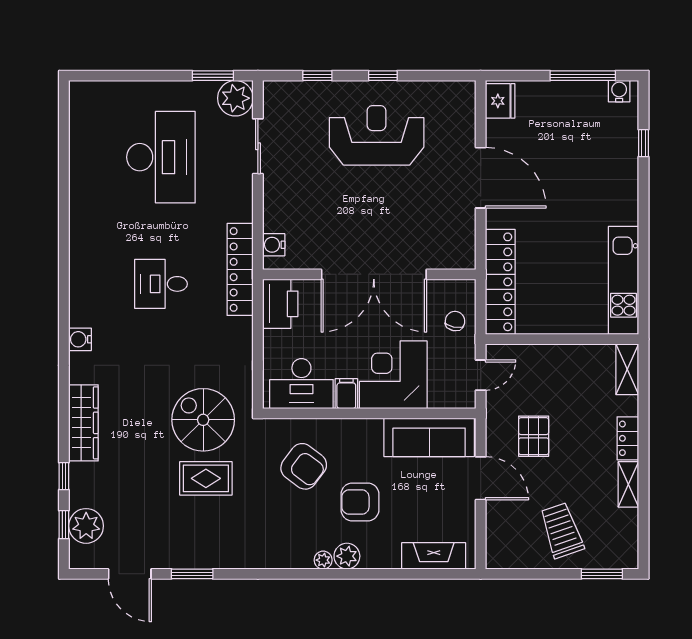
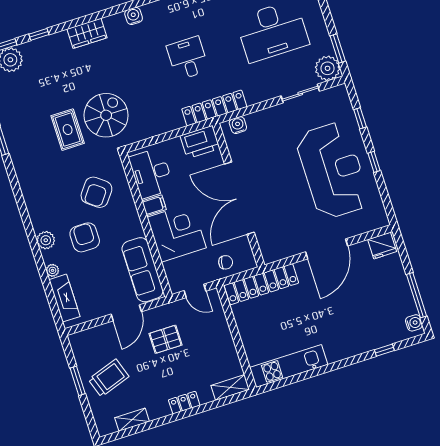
reception desk: (377, 135) -> (333, 170), width x1.36, depth x1.30
wardrobe: (83, 423) -> (87, 33), width x0.67
shelving: (628, 484) -> (132, 420), moved
plant: (323, 560) -> (53, 270), moved
window: (602, 574) -> (78, 381), moved

